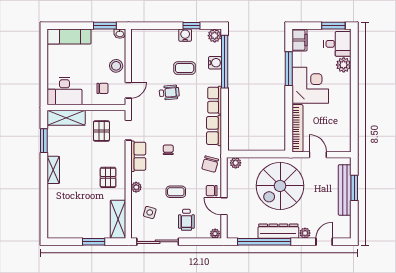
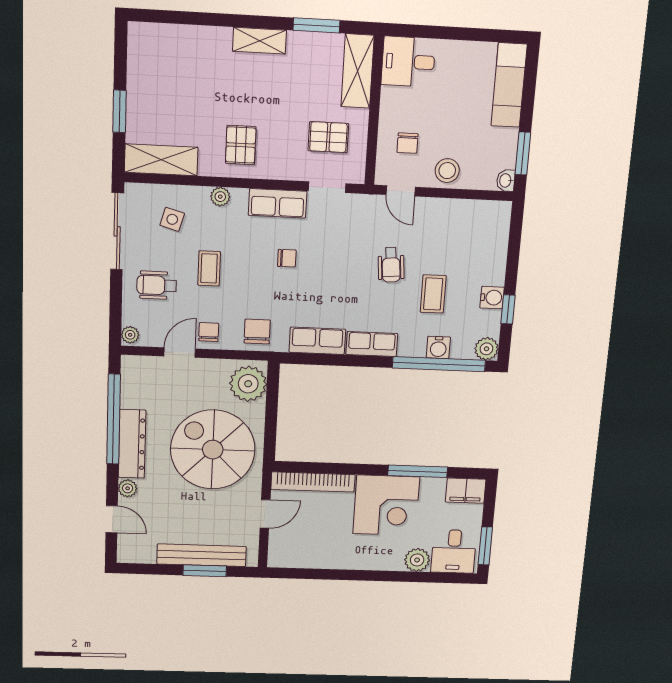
desk: (64, 91) -> (408, 62), width x0.73
plant: (236, 163) -> (248, 384), width x1.88, depth x1.88
chair: (210, 164) -> (257, 332), turned 75
pallet: (108, 177) -> (241, 145), turned 90

